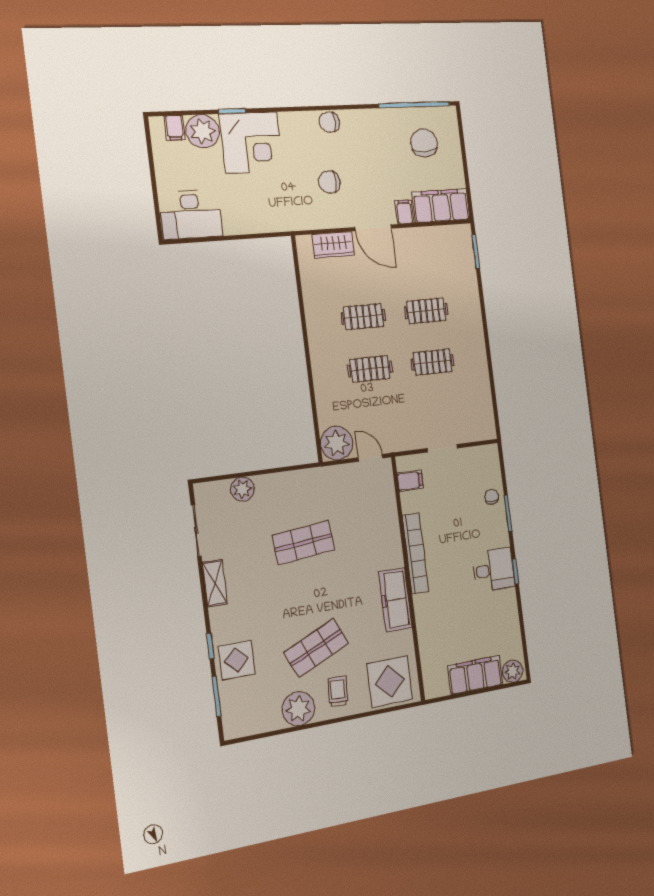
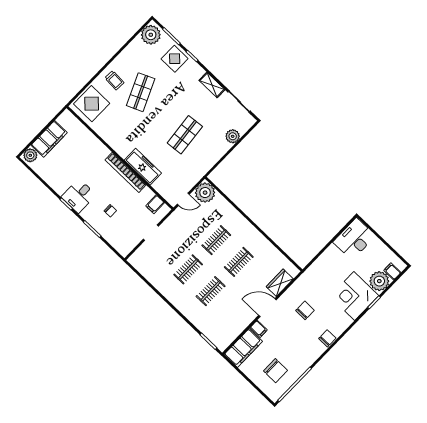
chair: (492, 497) -> (110, 211), moved
freezer: (395, 600) -> (143, 167), moved
plant: (298, 709) -> (151, 35), moved

